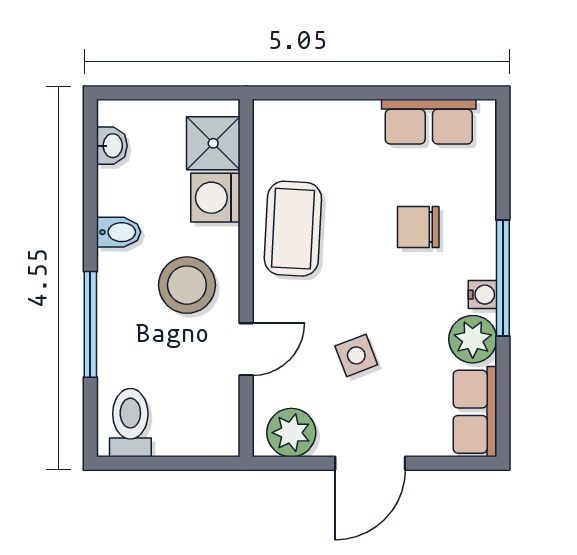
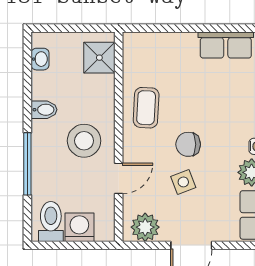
washing machine: (215, 198) -> (79, 227), moved, turned 90
chair: (418, 227) -> (188, 144), moved
coffee table: (293, 229) -> (146, 108), width x0.73, depth x0.77

